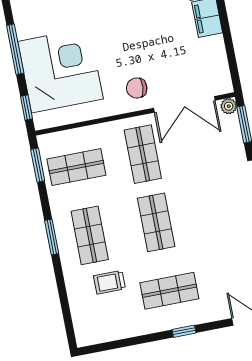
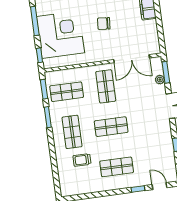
chair: (137, 88) -> (104, 23), moved
plant: (229, 106) -> (160, 80), moved
shop shelf: (156, 222) -> (111, 127), turned 90
window: (52, 237) -> (48, 117), moved
window: (184, 331) -> (138, 189), moved

